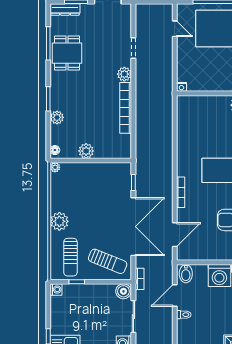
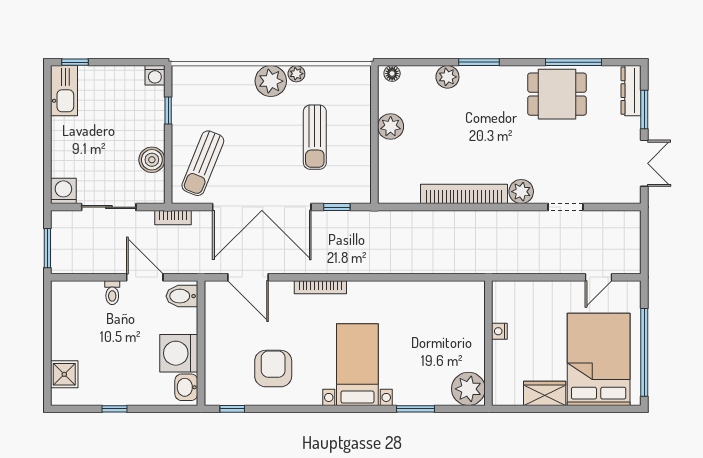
nightstand: (181, 87) -> (499, 331), moved
plant: (55, 167) -> (296, 74), moved
sun lounger: (70, 257) -> (315, 137), moved, turned -90
boiler: (123, 291) -> (152, 160), moved

